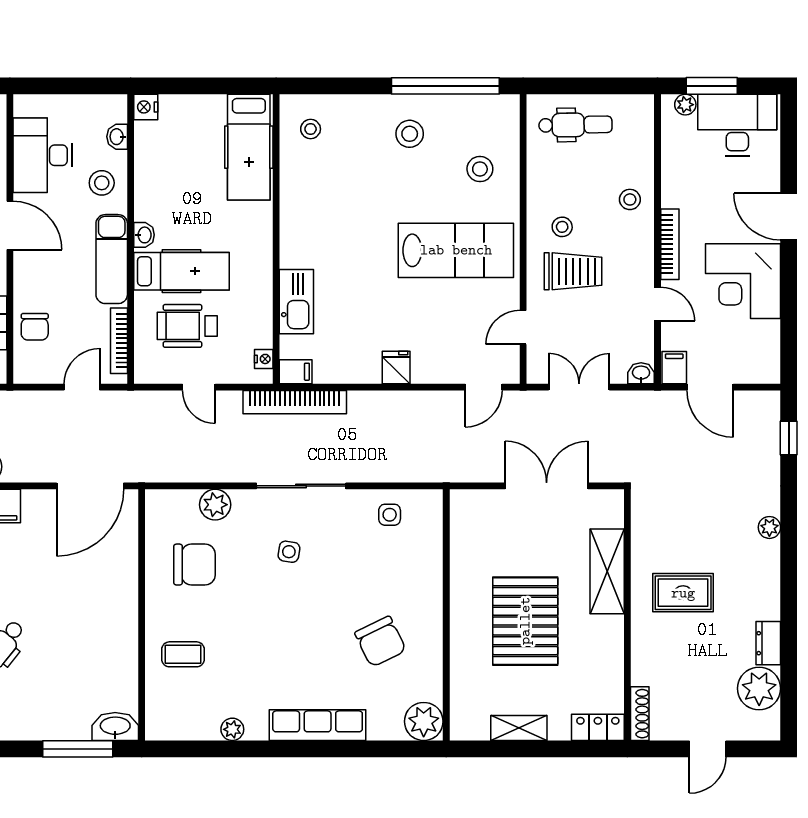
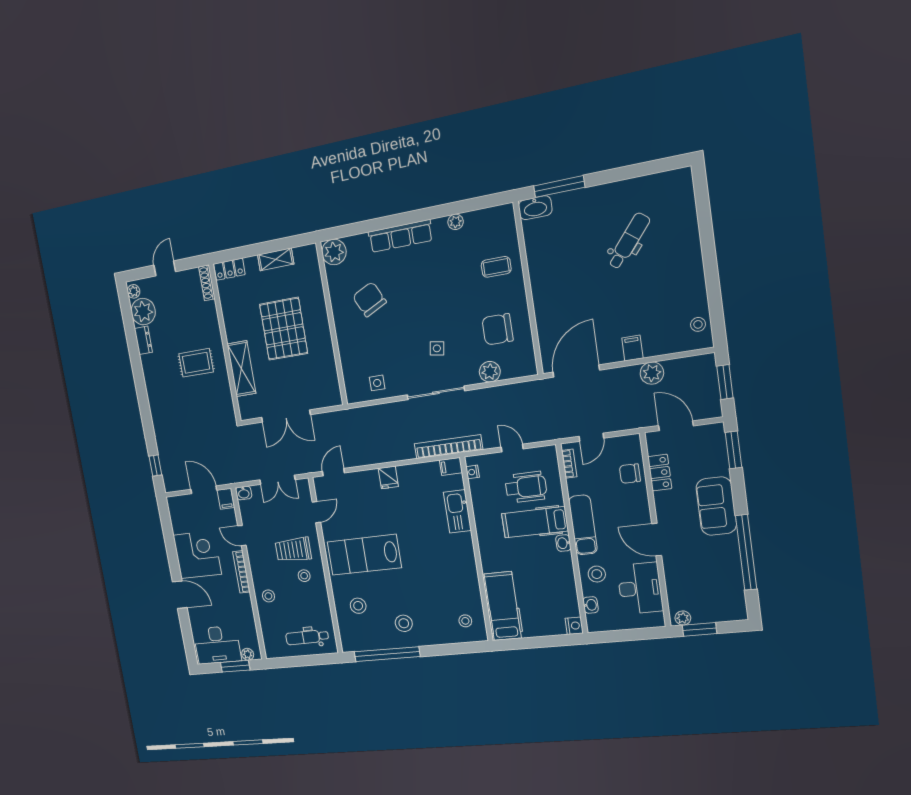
chair: (35, 327) -> (630, 474), turned -90
bookcase: (119, 341) -> (569, 464), width x0.64
plant: (769, 527) -> (134, 291), moved

